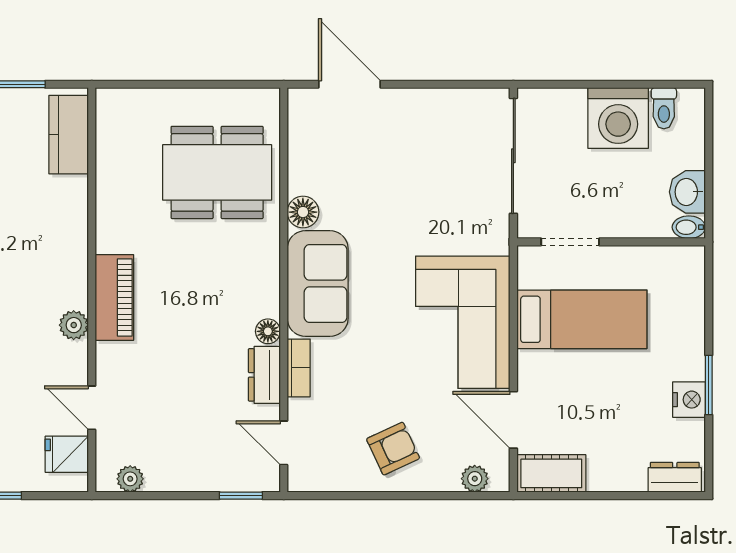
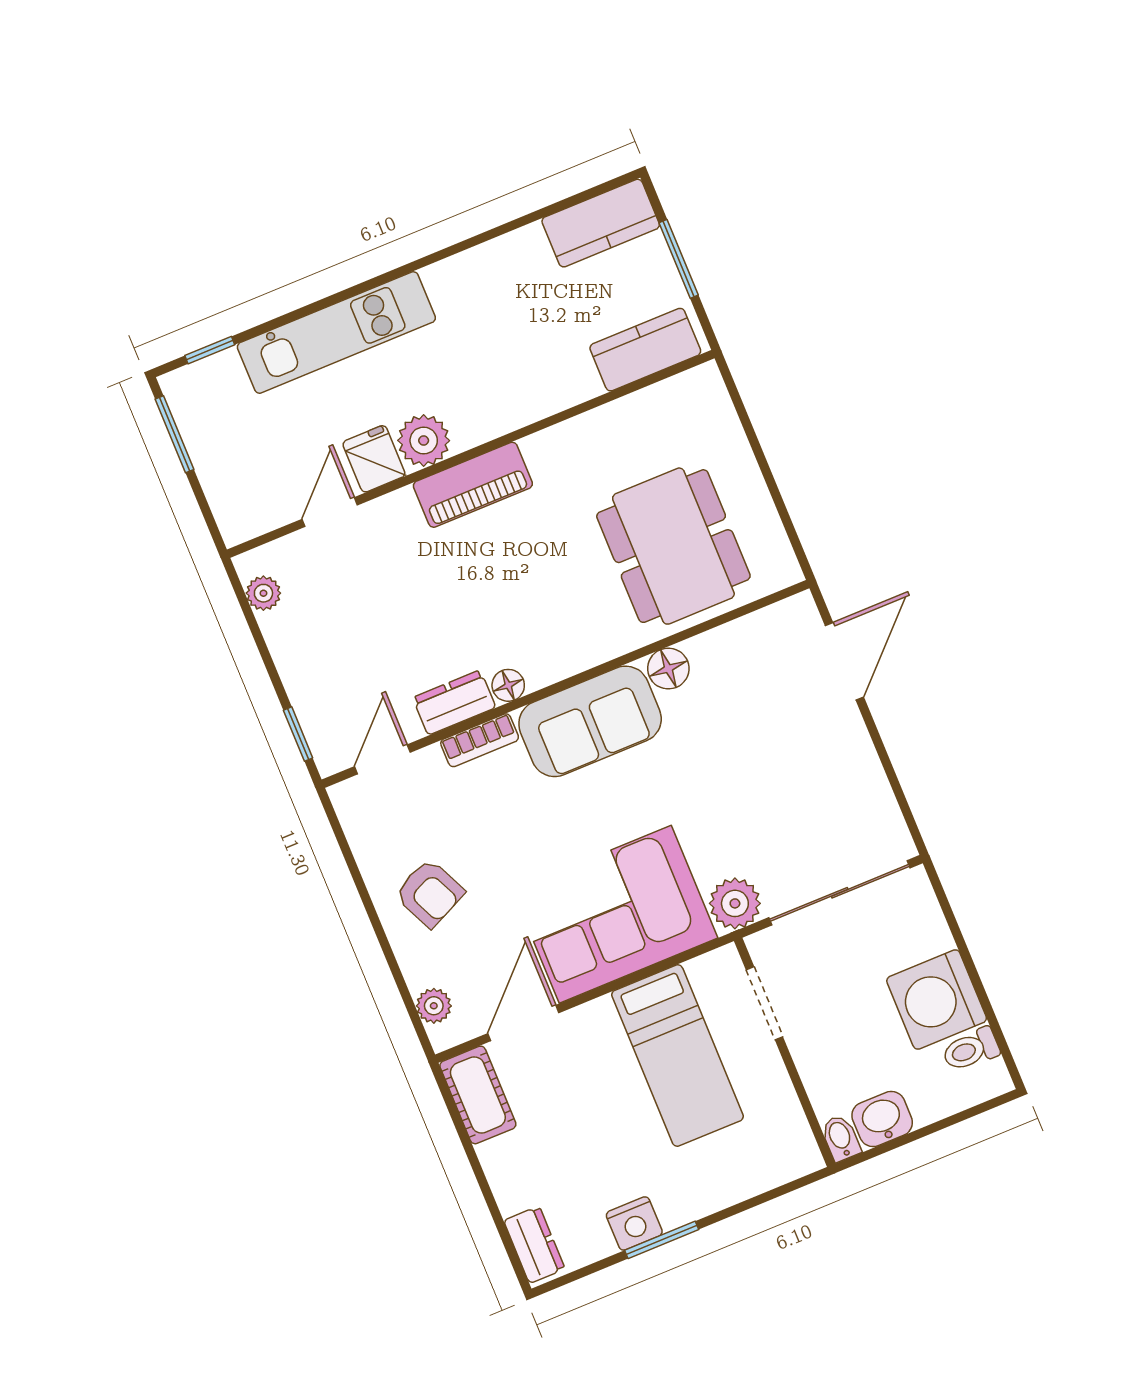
plant: (490, 234) -> (735, 903), added
plant: (74, 325) -> (424, 440), width x1.38, depth x1.38
fridge: (67, 454) -> (374, 459), moved

